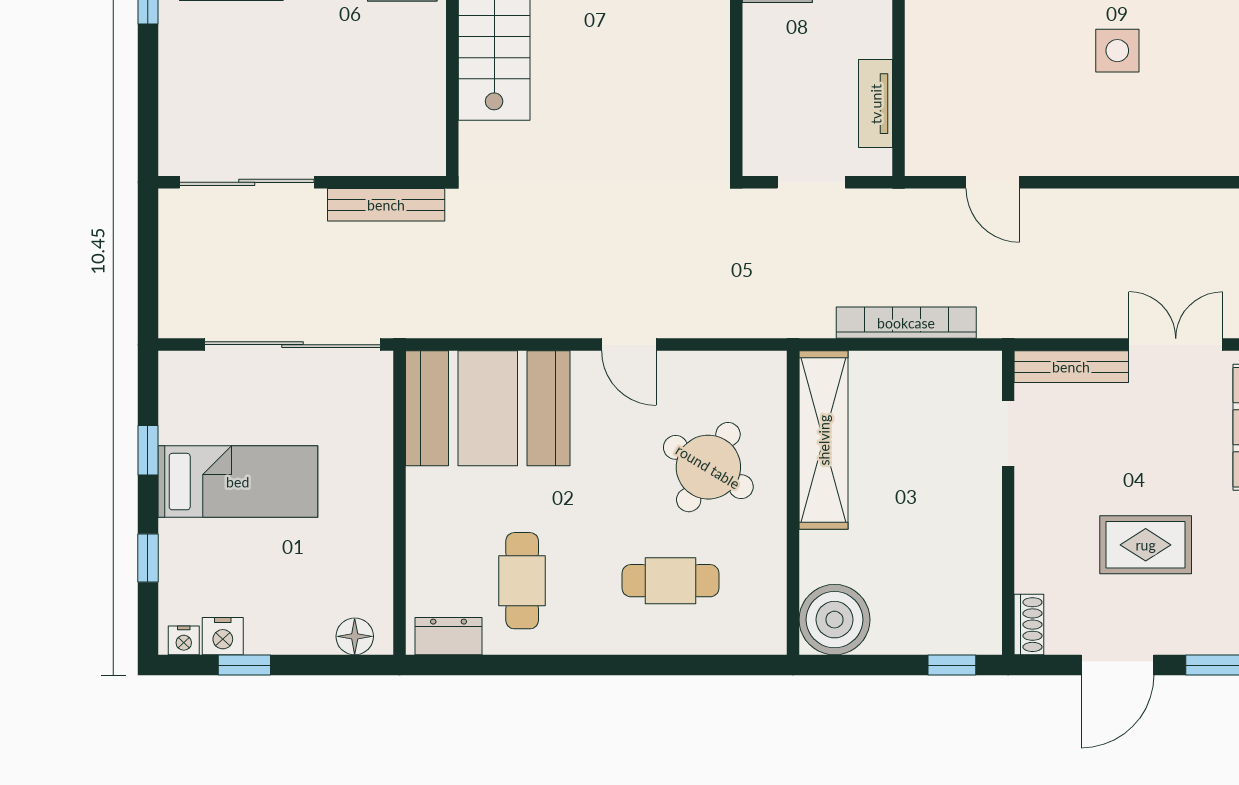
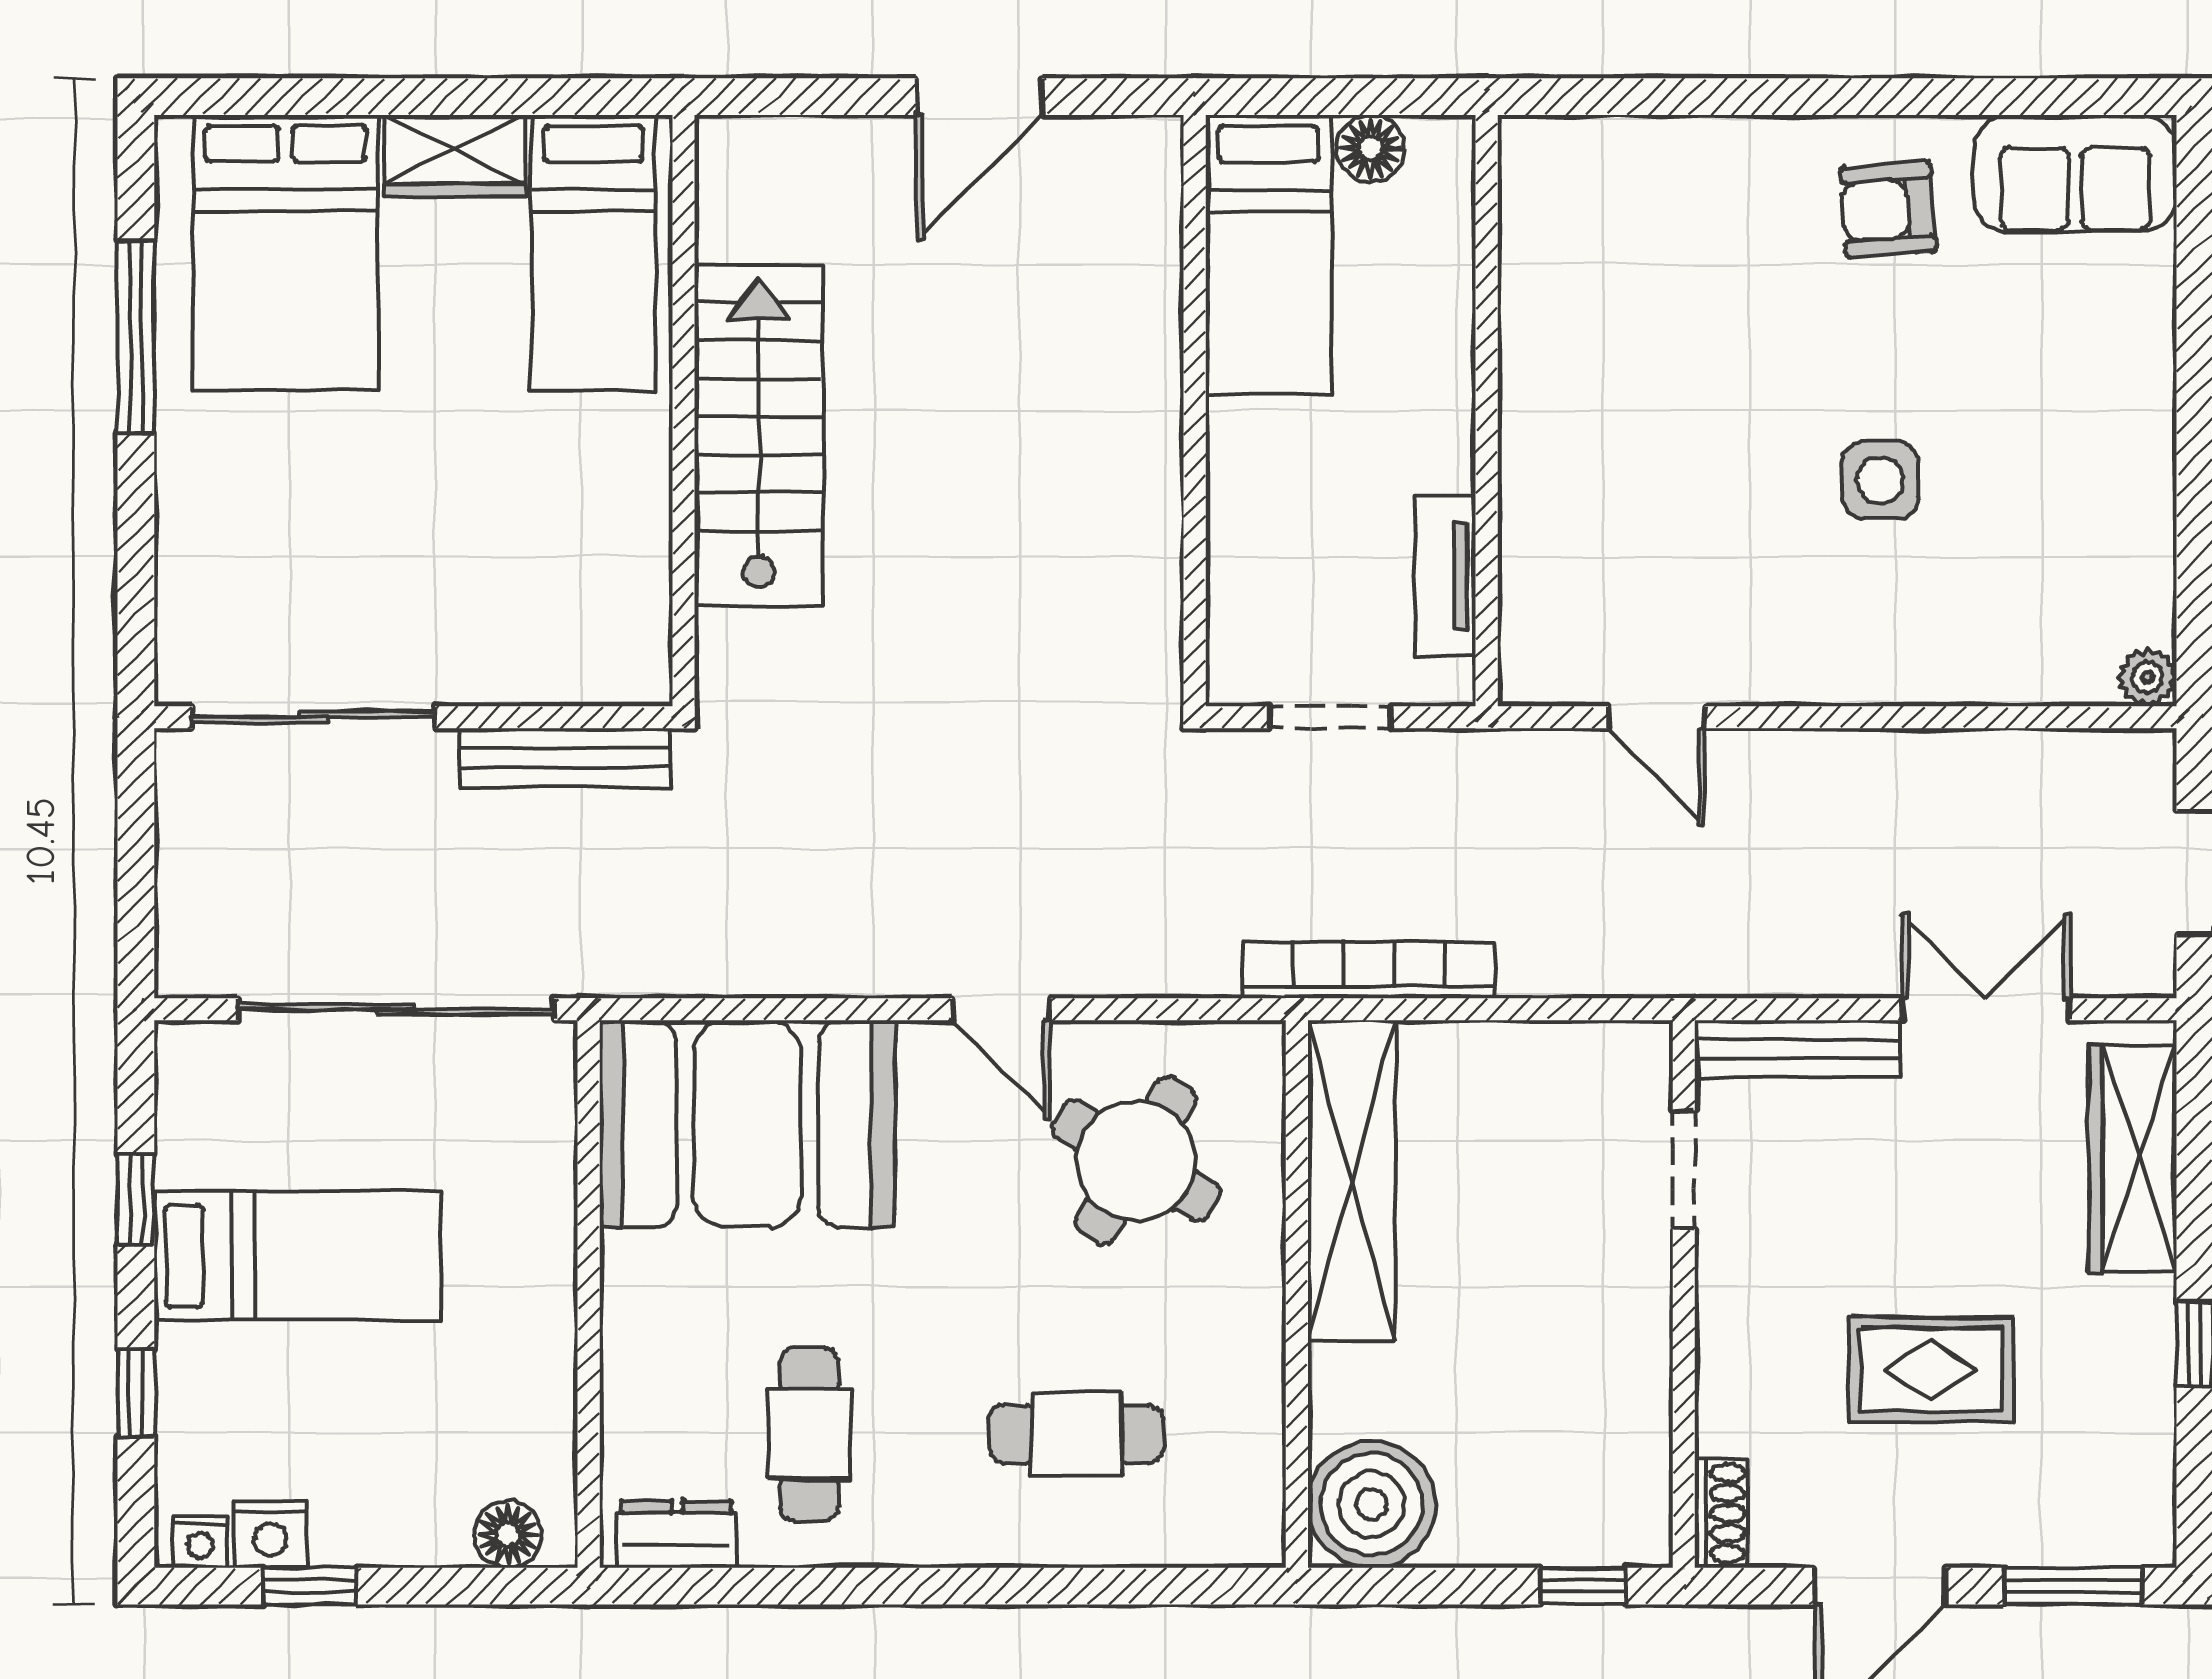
bookcase: (906, 323) -> (1369, 970), moved
round table: (708, 467) -> (1136, 1161), moved

